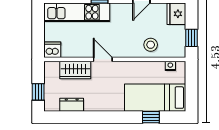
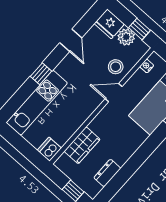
plant: (178, 34) -> (126, 37), added
door: (103, 59) -> (114, 93), moved

